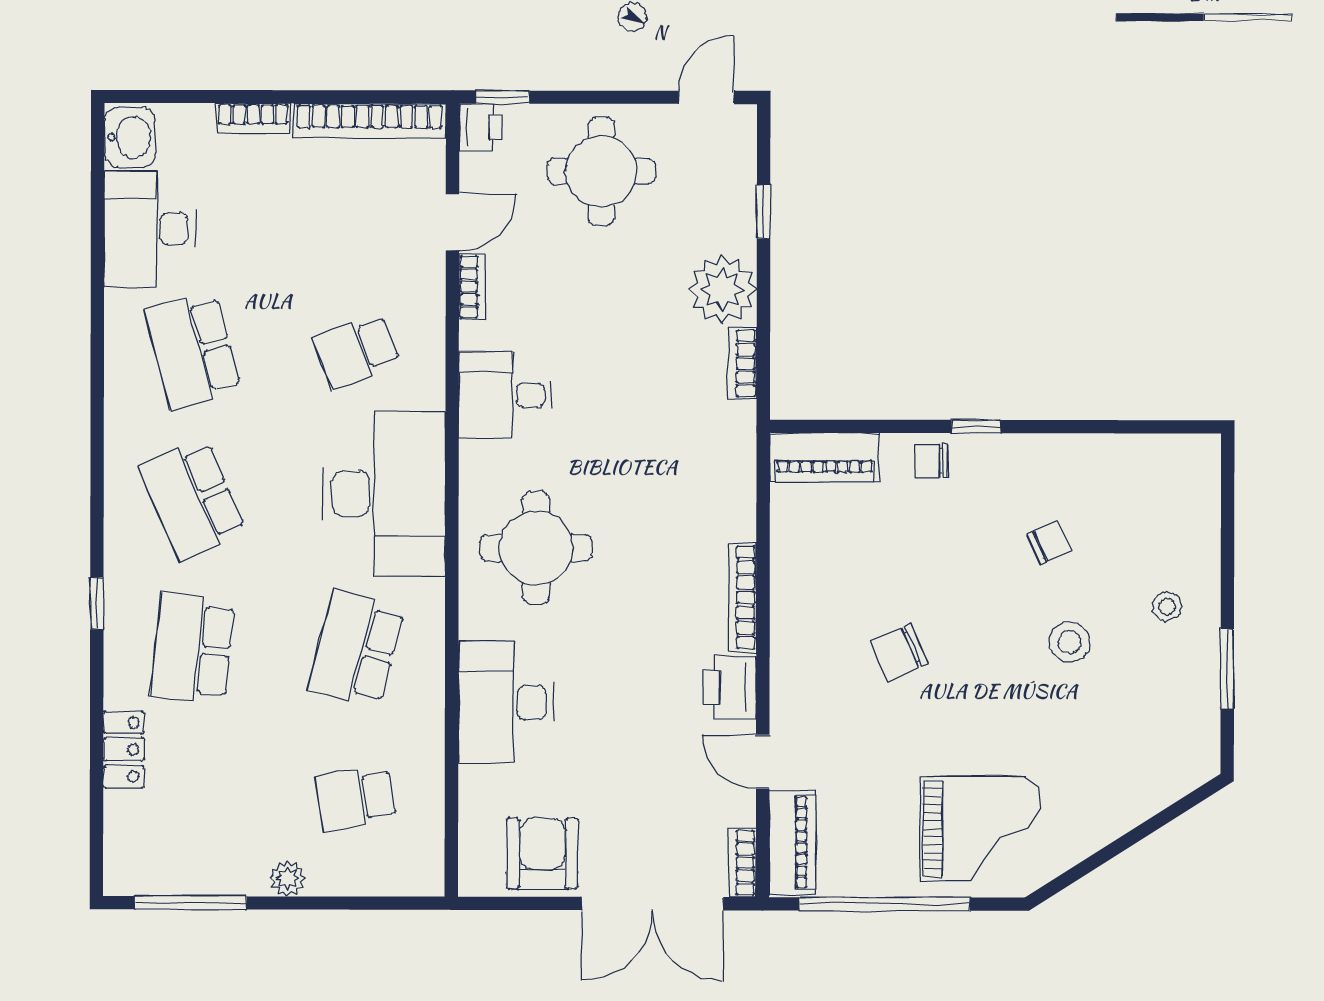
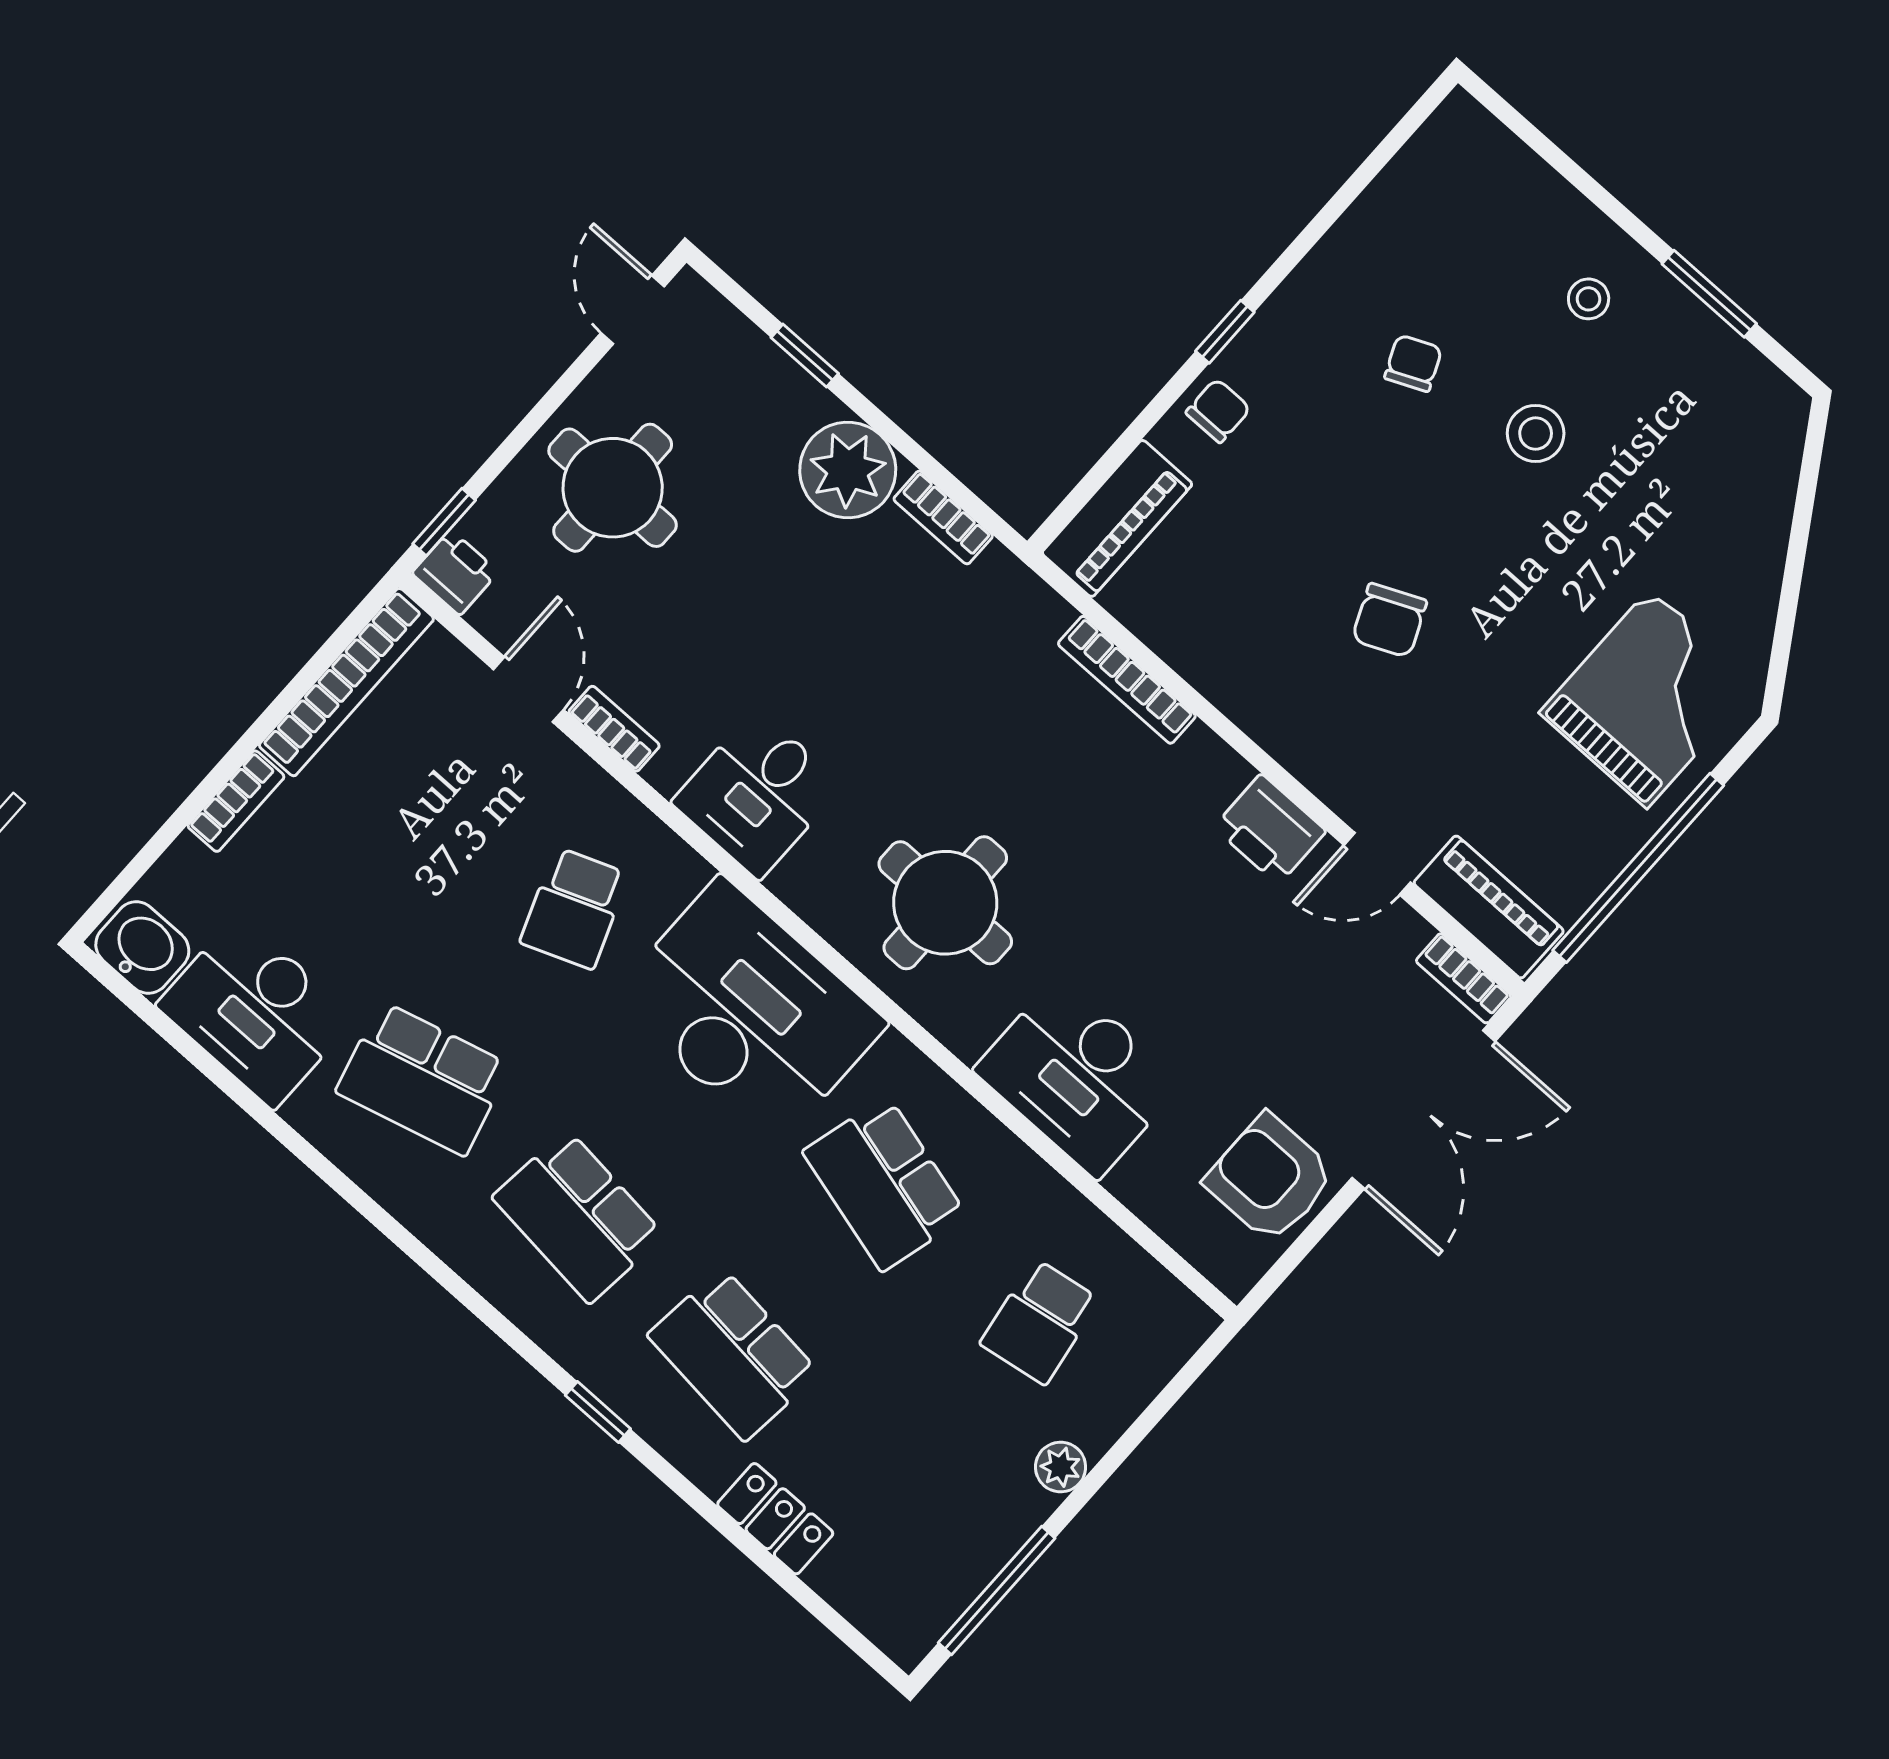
chair: (931, 460) -> (1218, 411), turned 180
school desk: (193, 500) -> (578, 1216), turned 30
bookcase: (742, 598) -> (1127, 680), moved

